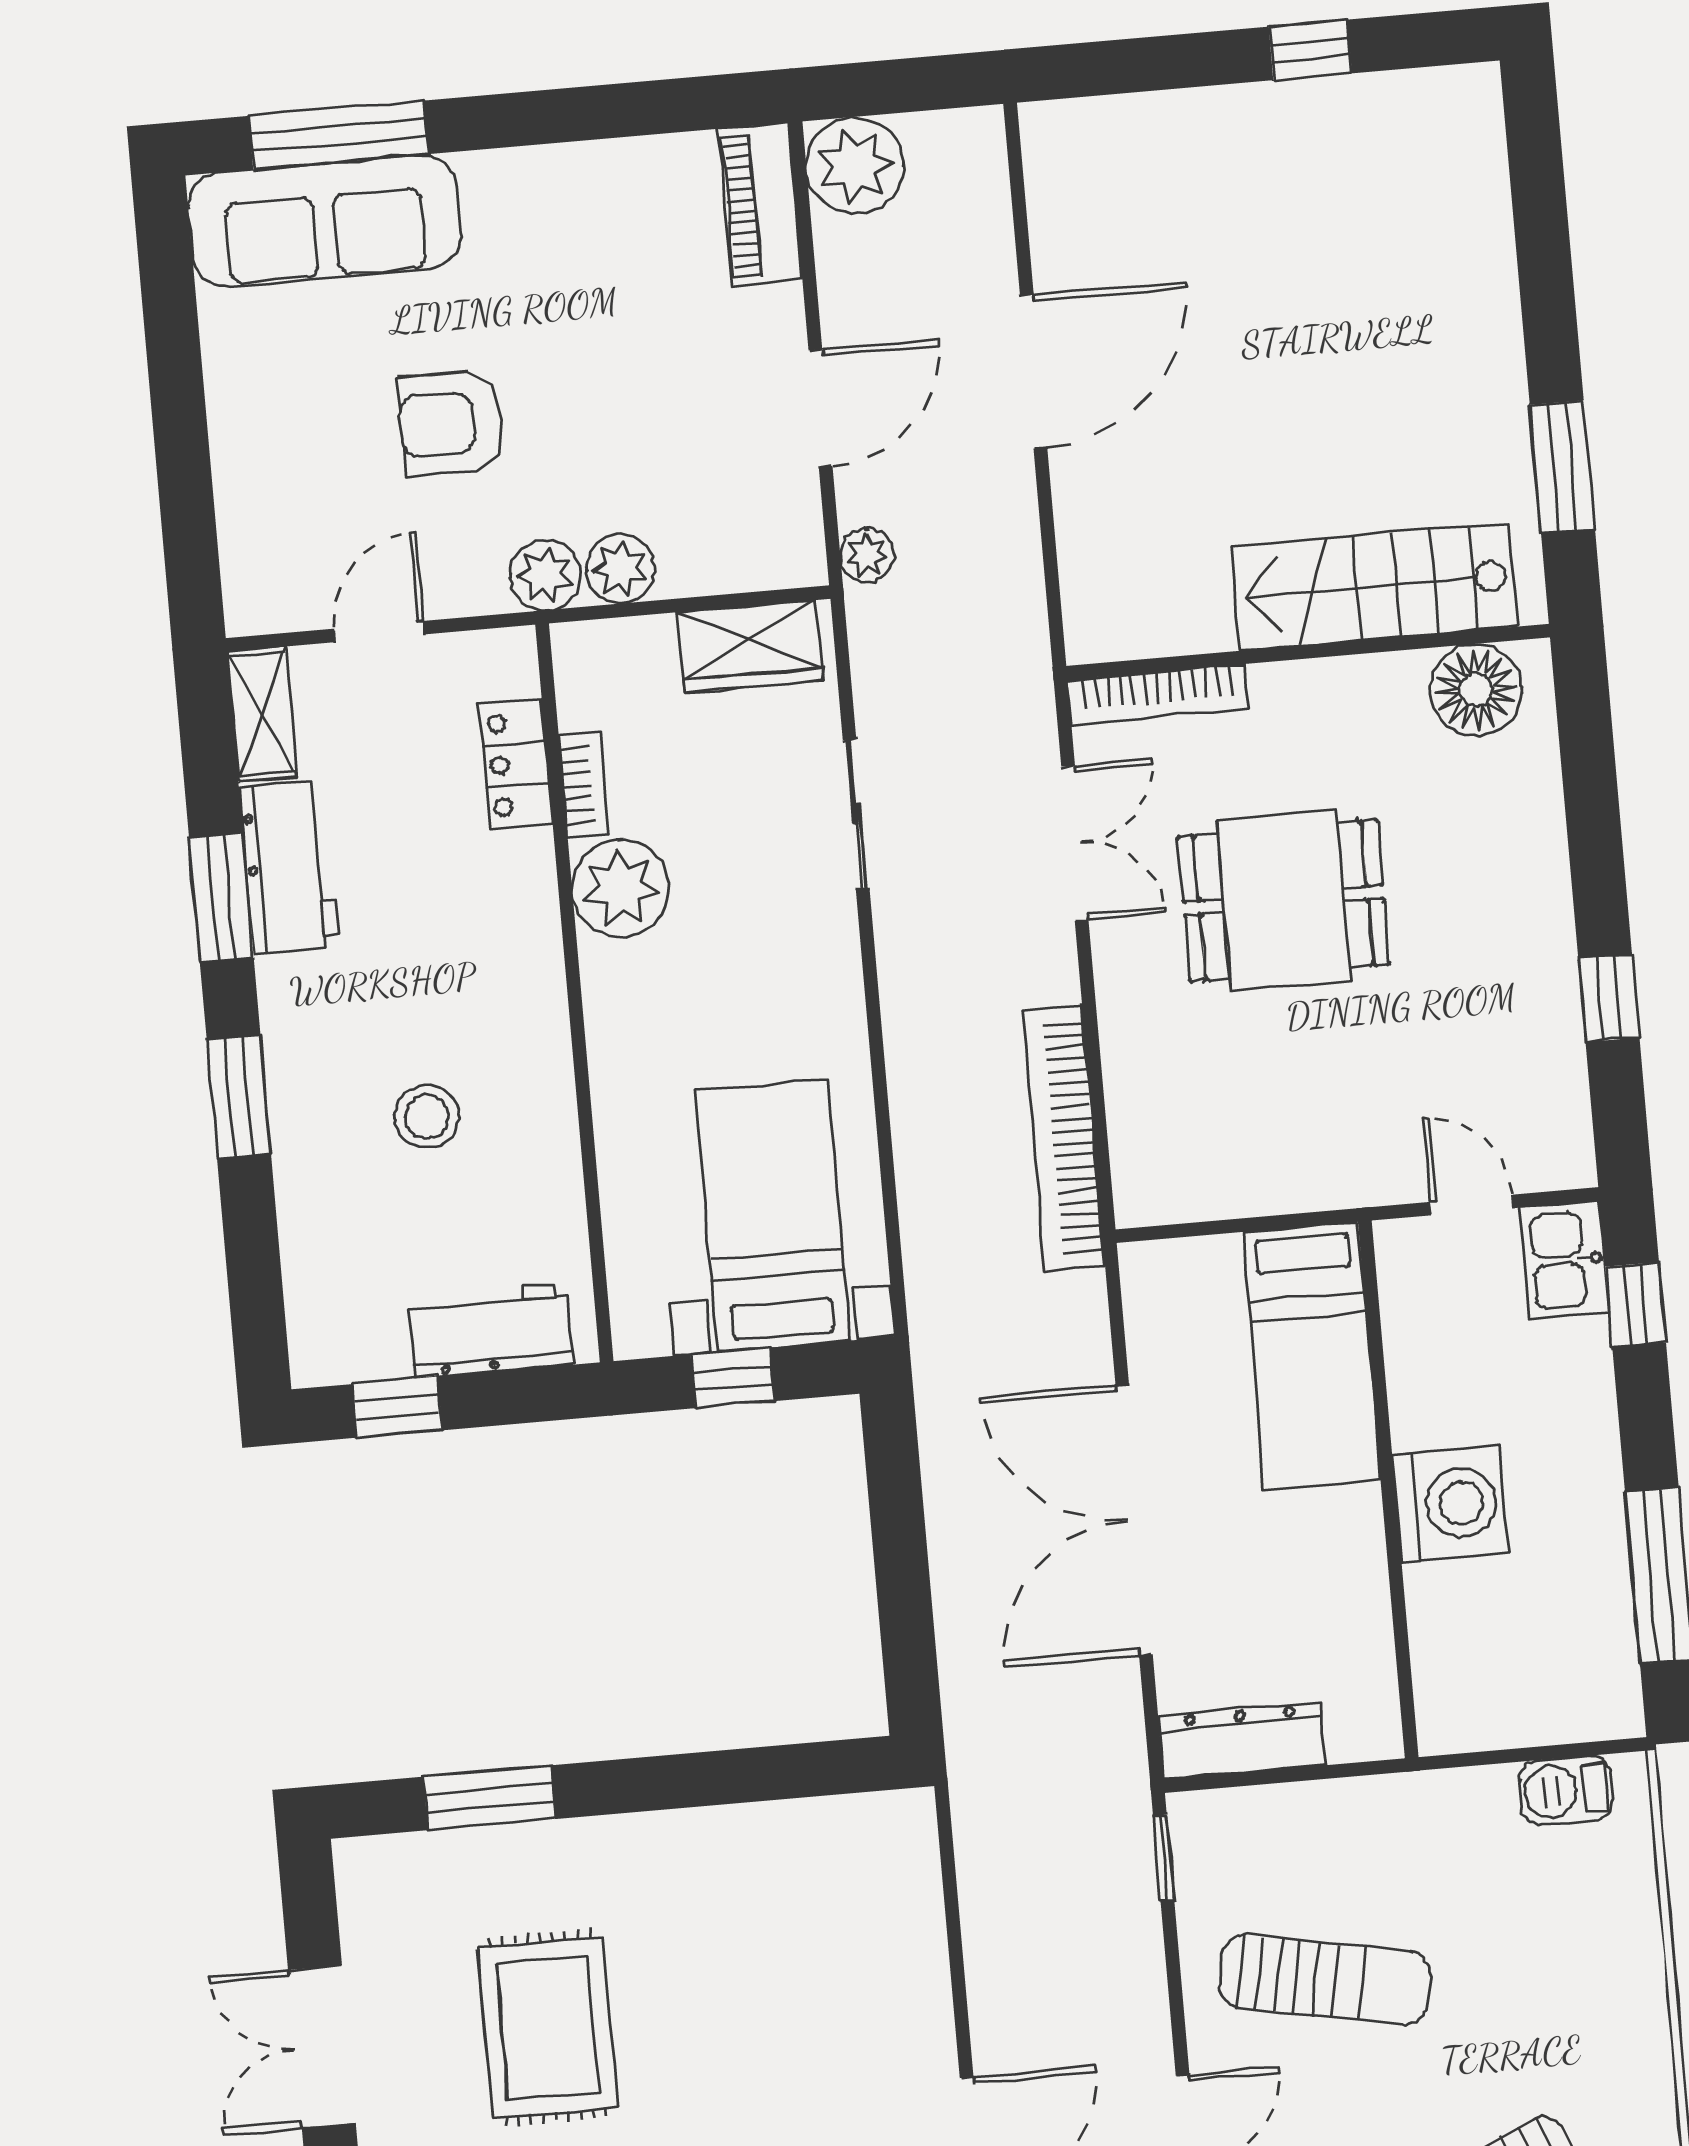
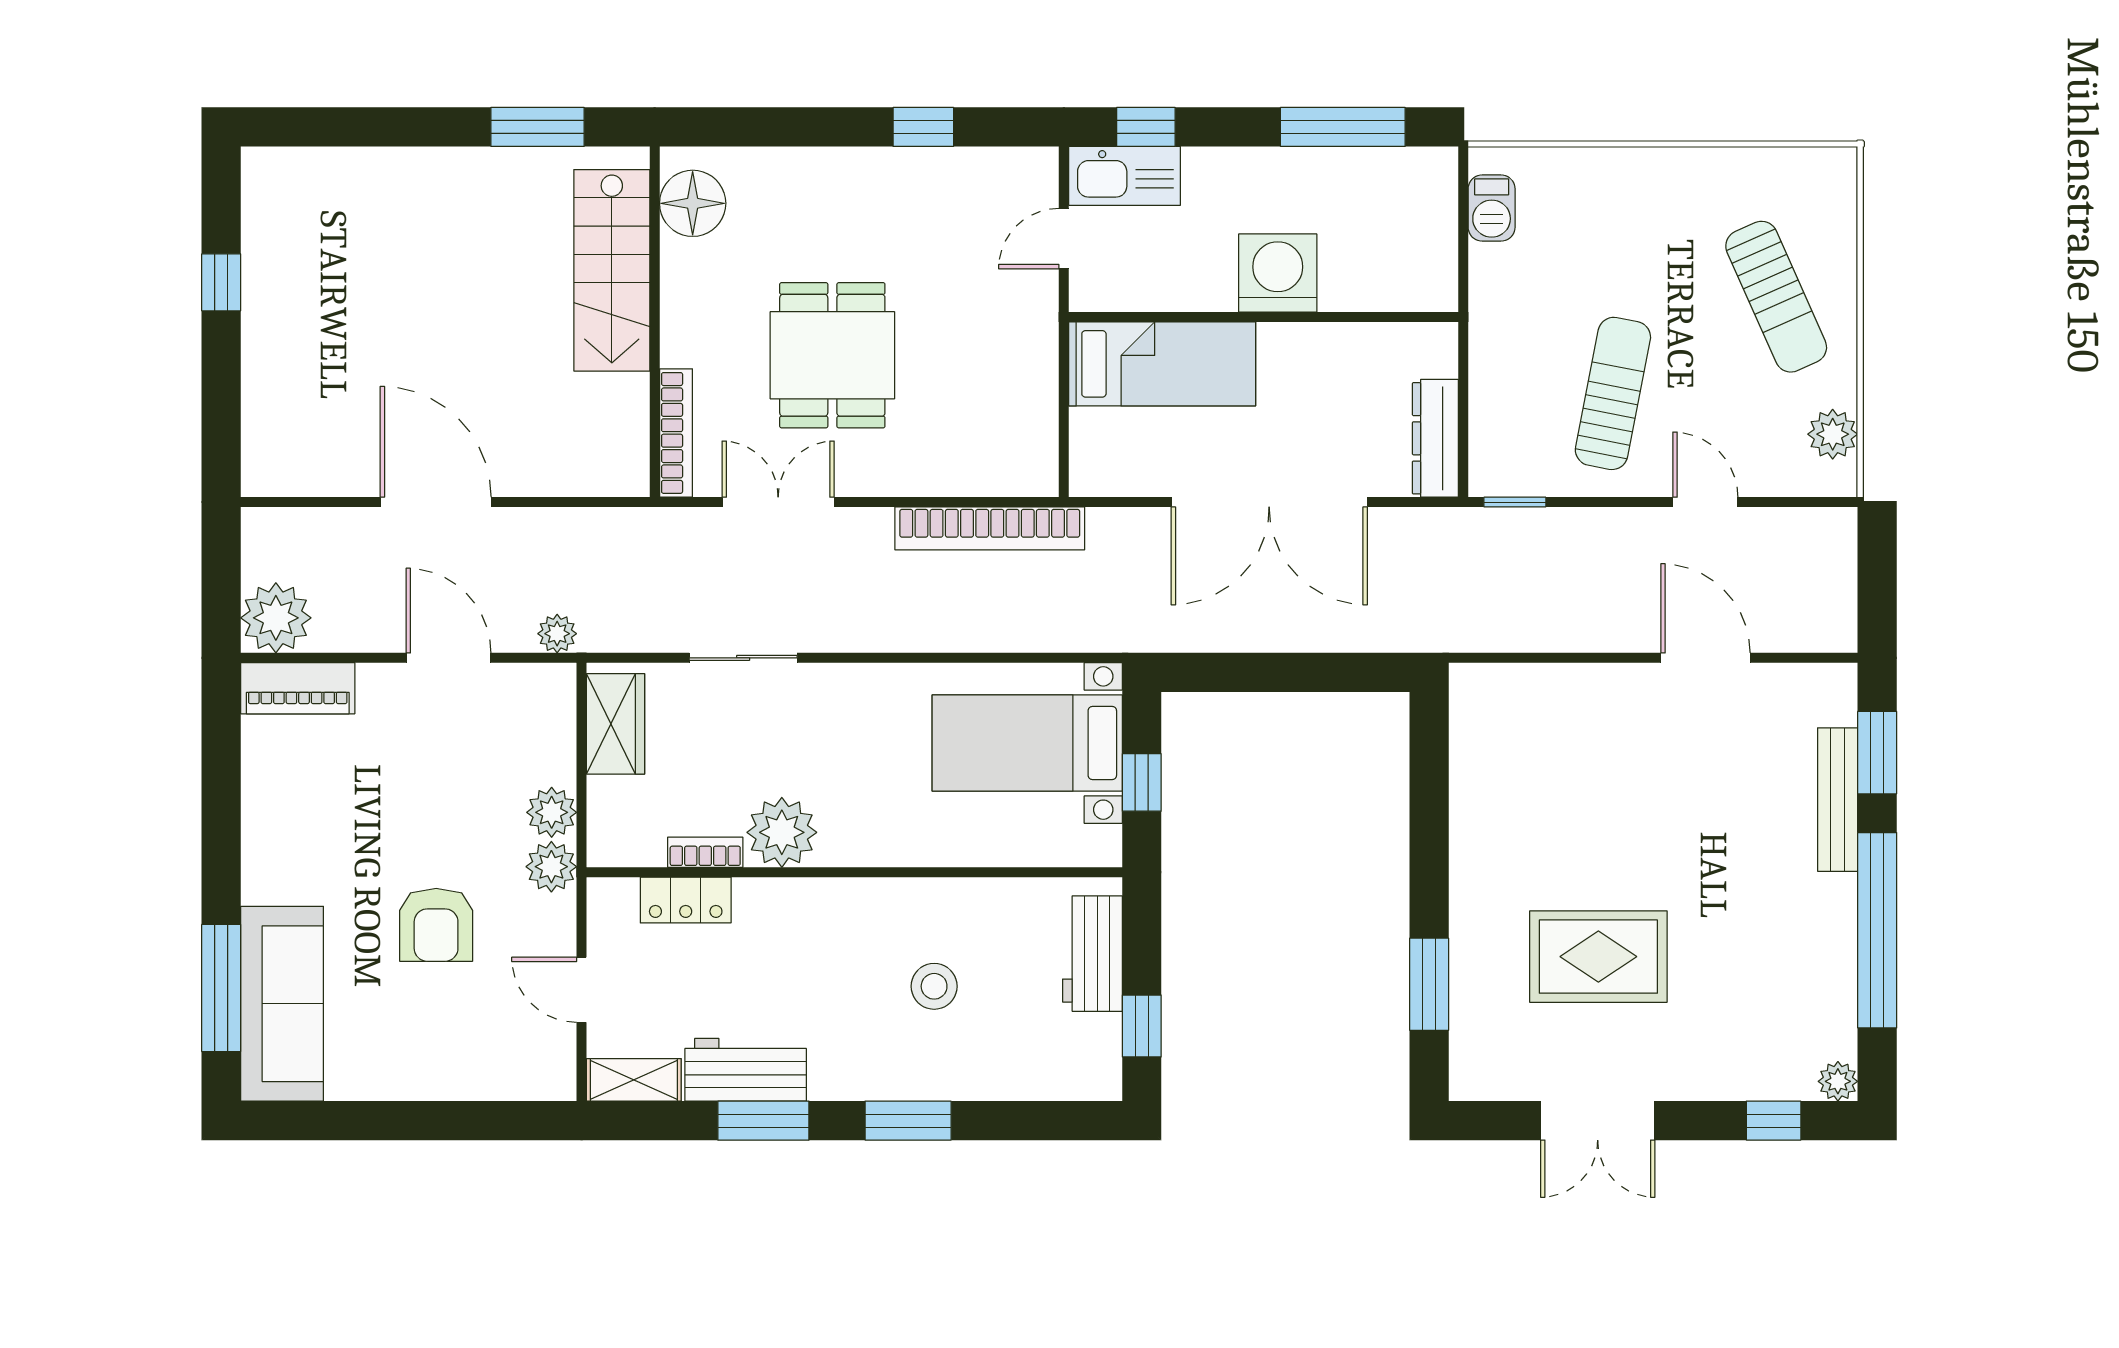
kitchen sink: (1564, 1260) -> (1125, 176), width x1.38

